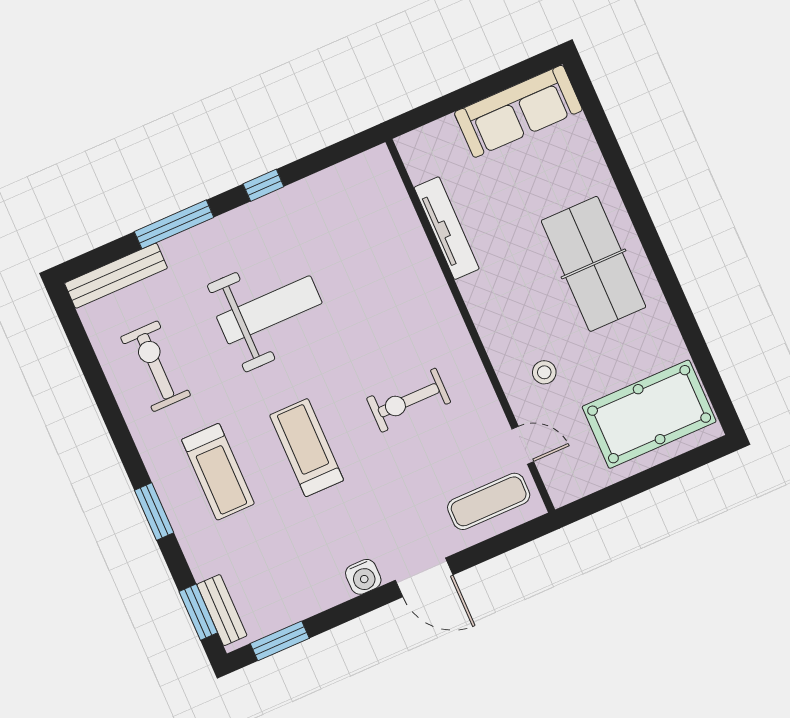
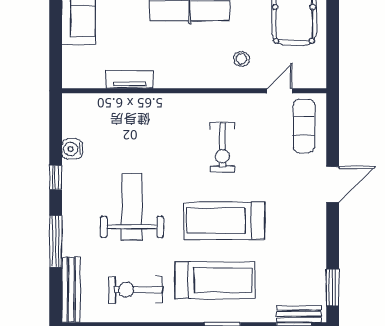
tv unit: (447, 228) -> (129, 79), width x0.71
treadmill: (307, 448) -> (224, 221), width x1.37, depth x1.38
treadmill: (218, 472) -> (215, 280), width x1.37, depth x1.38
water cooler: (363, 577) -> (72, 149), moved, turned 180

